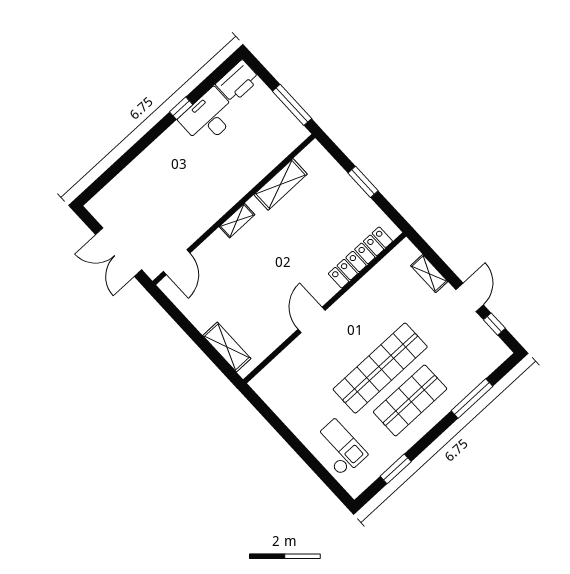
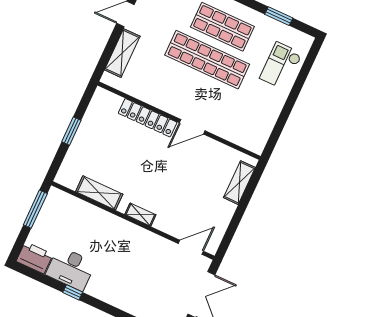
locker: (360, 257) -> (148, 118), moved
shelving: (429, 274) -> (122, 53), width x1.50, depth x1.33

